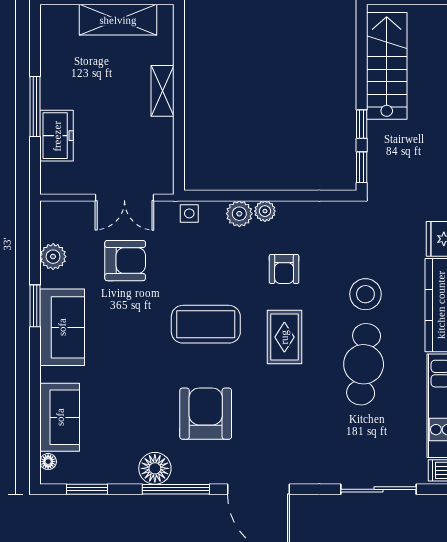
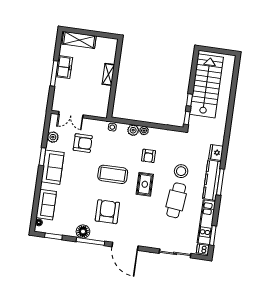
shelving: (118, 20) -> (79, 40), moved
stairs: (387, 66) -> (206, 86), width x1.36, depth x1.51
freezer: (57, 136) -> (64, 67), moved
double door: (124, 198) -> (71, 115), moved

